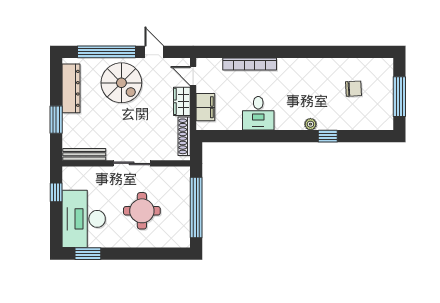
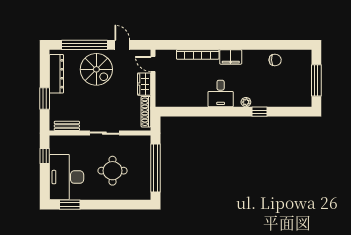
chair: (353, 89) -> (275, 60), moved
filing cabinet: (205, 107) -> (231, 57), moved, turned 90
desk: (258, 113) -> (221, 93), moved
bench: (84, 154) -> (67, 126), width x0.73

